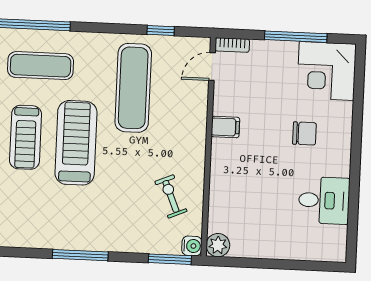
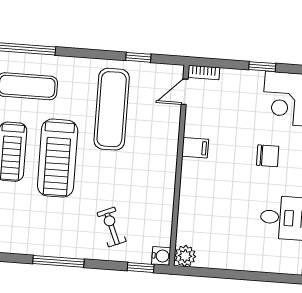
window: (296, 37) -> (262, 67), width x0.46
treadmill: (76, 143) -> (58, 158), turned 180
exercise bike: (171, 196) -> (112, 227), moved
window: (170, 259) -> (141, 268), width x0.67

